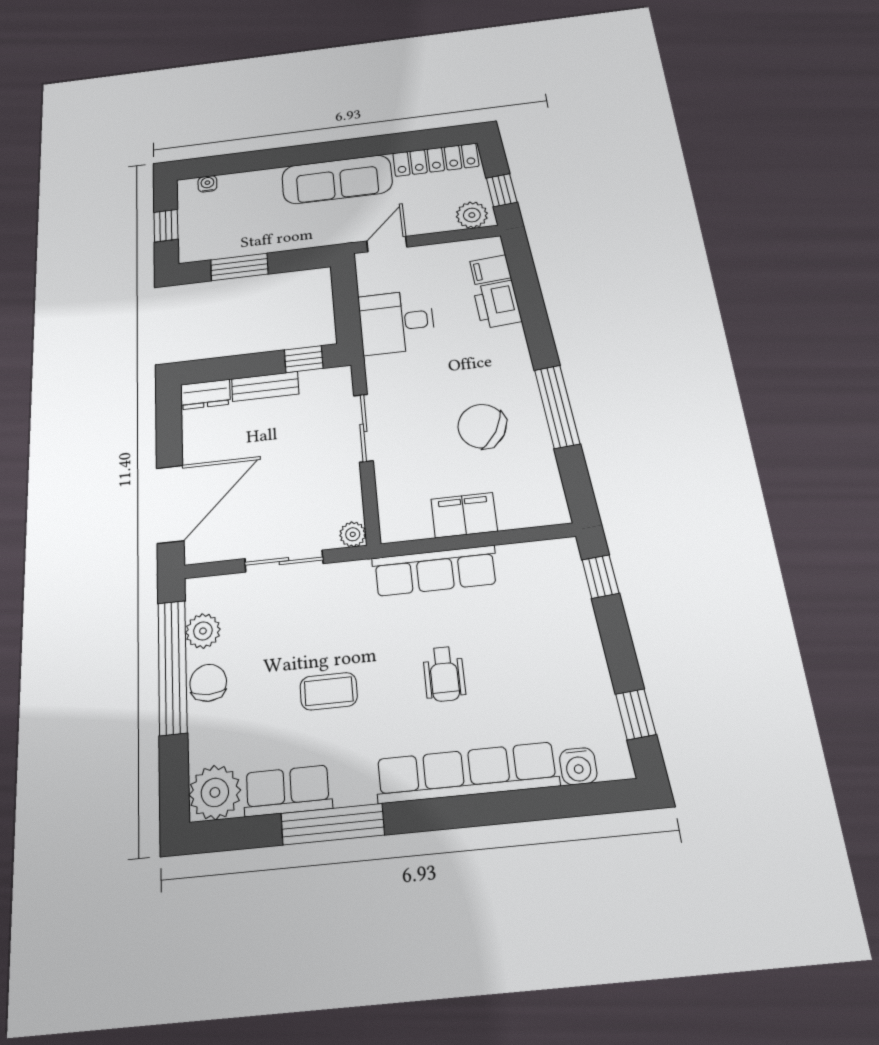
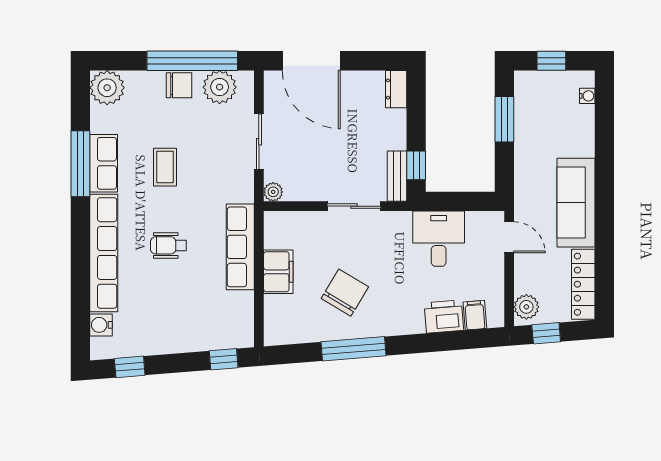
bench: (265, 386) -> (397, 176), moved
plant: (203, 631) -> (220, 87), width x1.36, depth x1.36
row of seats: (288, 791) -> (104, 163), moved

